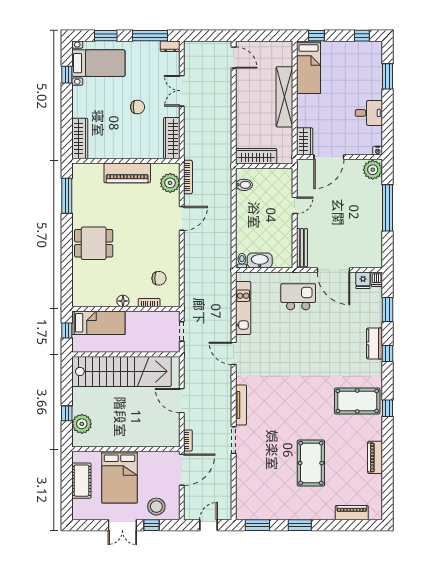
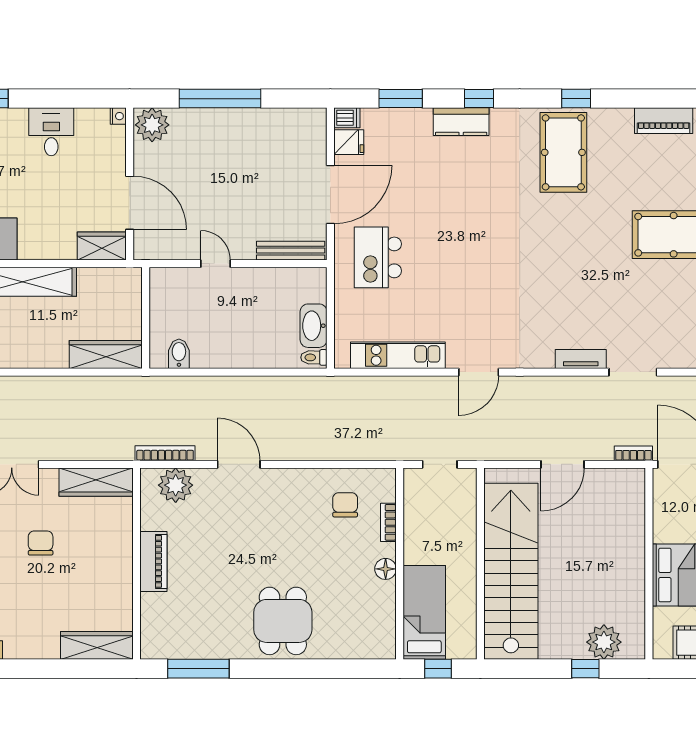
wardrobe: (256, 156) -> (106, 355), moved, turned 90
piano: (127, 173) -> (153, 561), width x0.73, depth x0.75
tv unit: (241, 405) -> (581, 359), width x0.71

